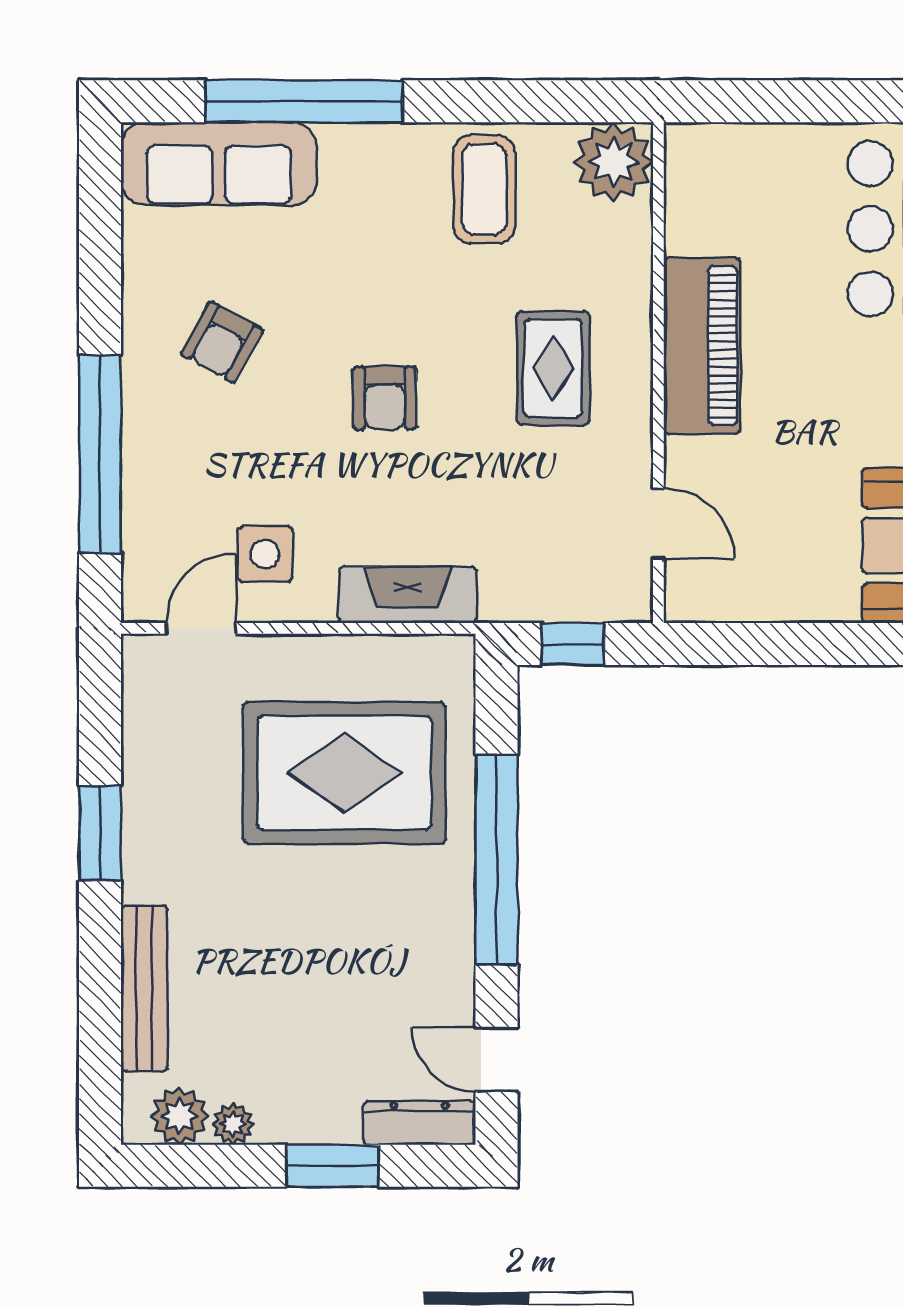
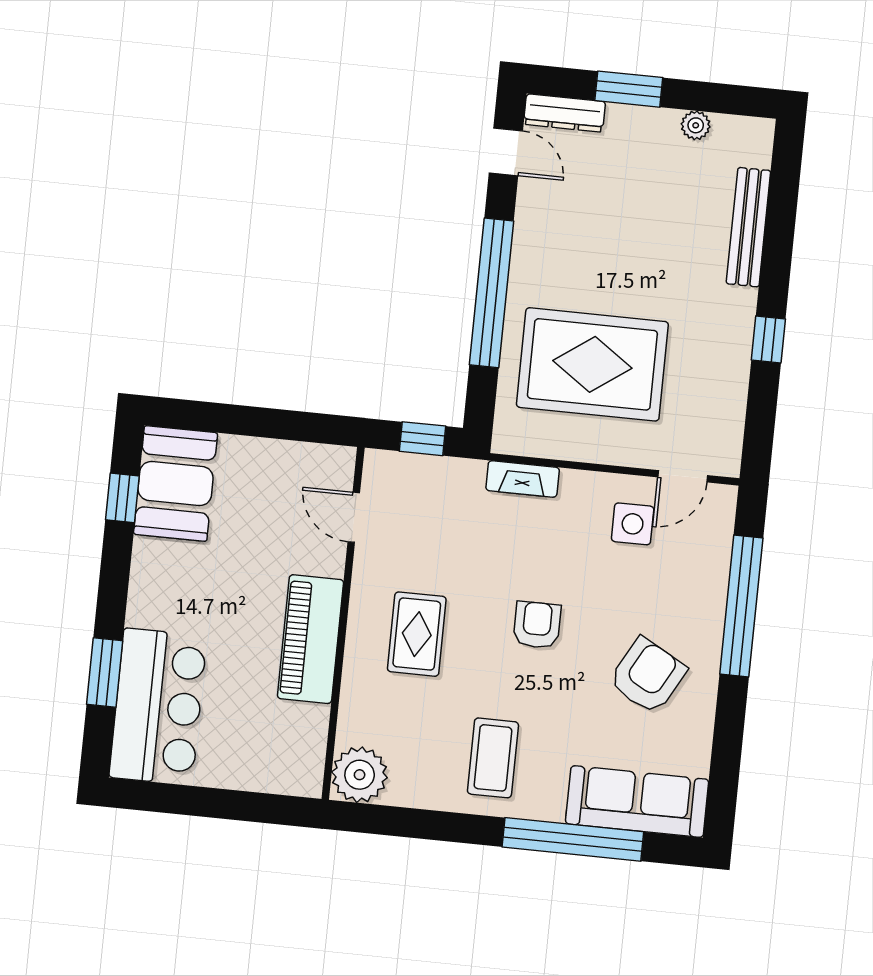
coffee table: (484, 189) -> (493, 758), moved
armchair: (222, 342) -> (648, 676), width x1.38, depth x1.38
fireplace: (408, 595) -> (523, 479), width x0.73, depth x0.76
window: (100, 833) -> (768, 340), width x0.67
plant: (179, 1116) -> (733, 135), removed

